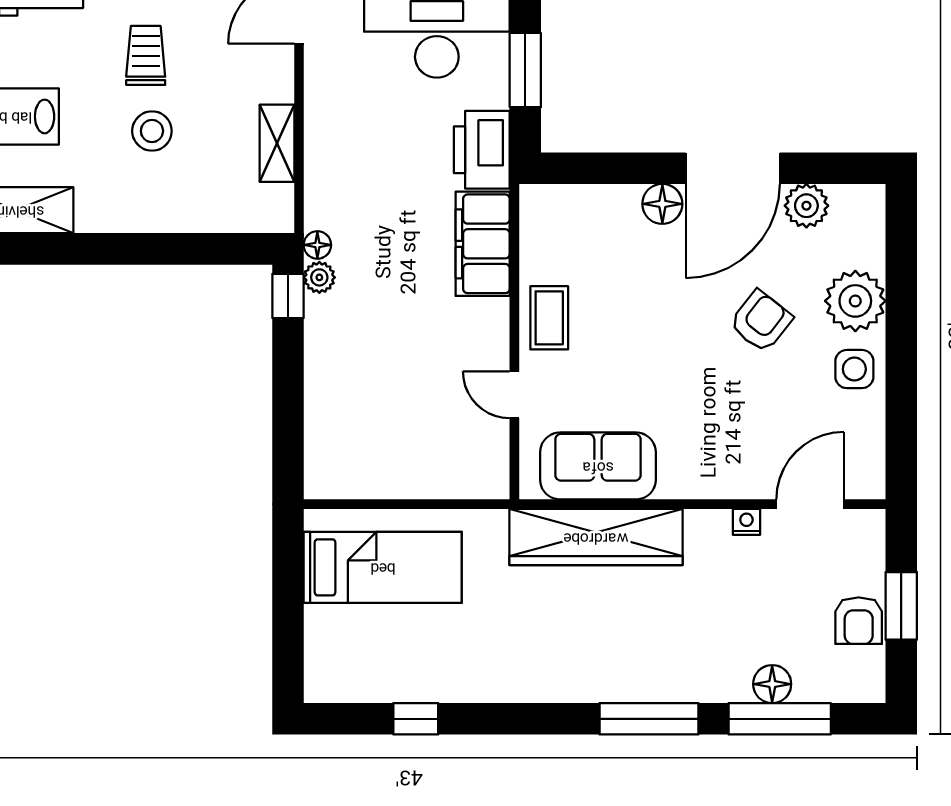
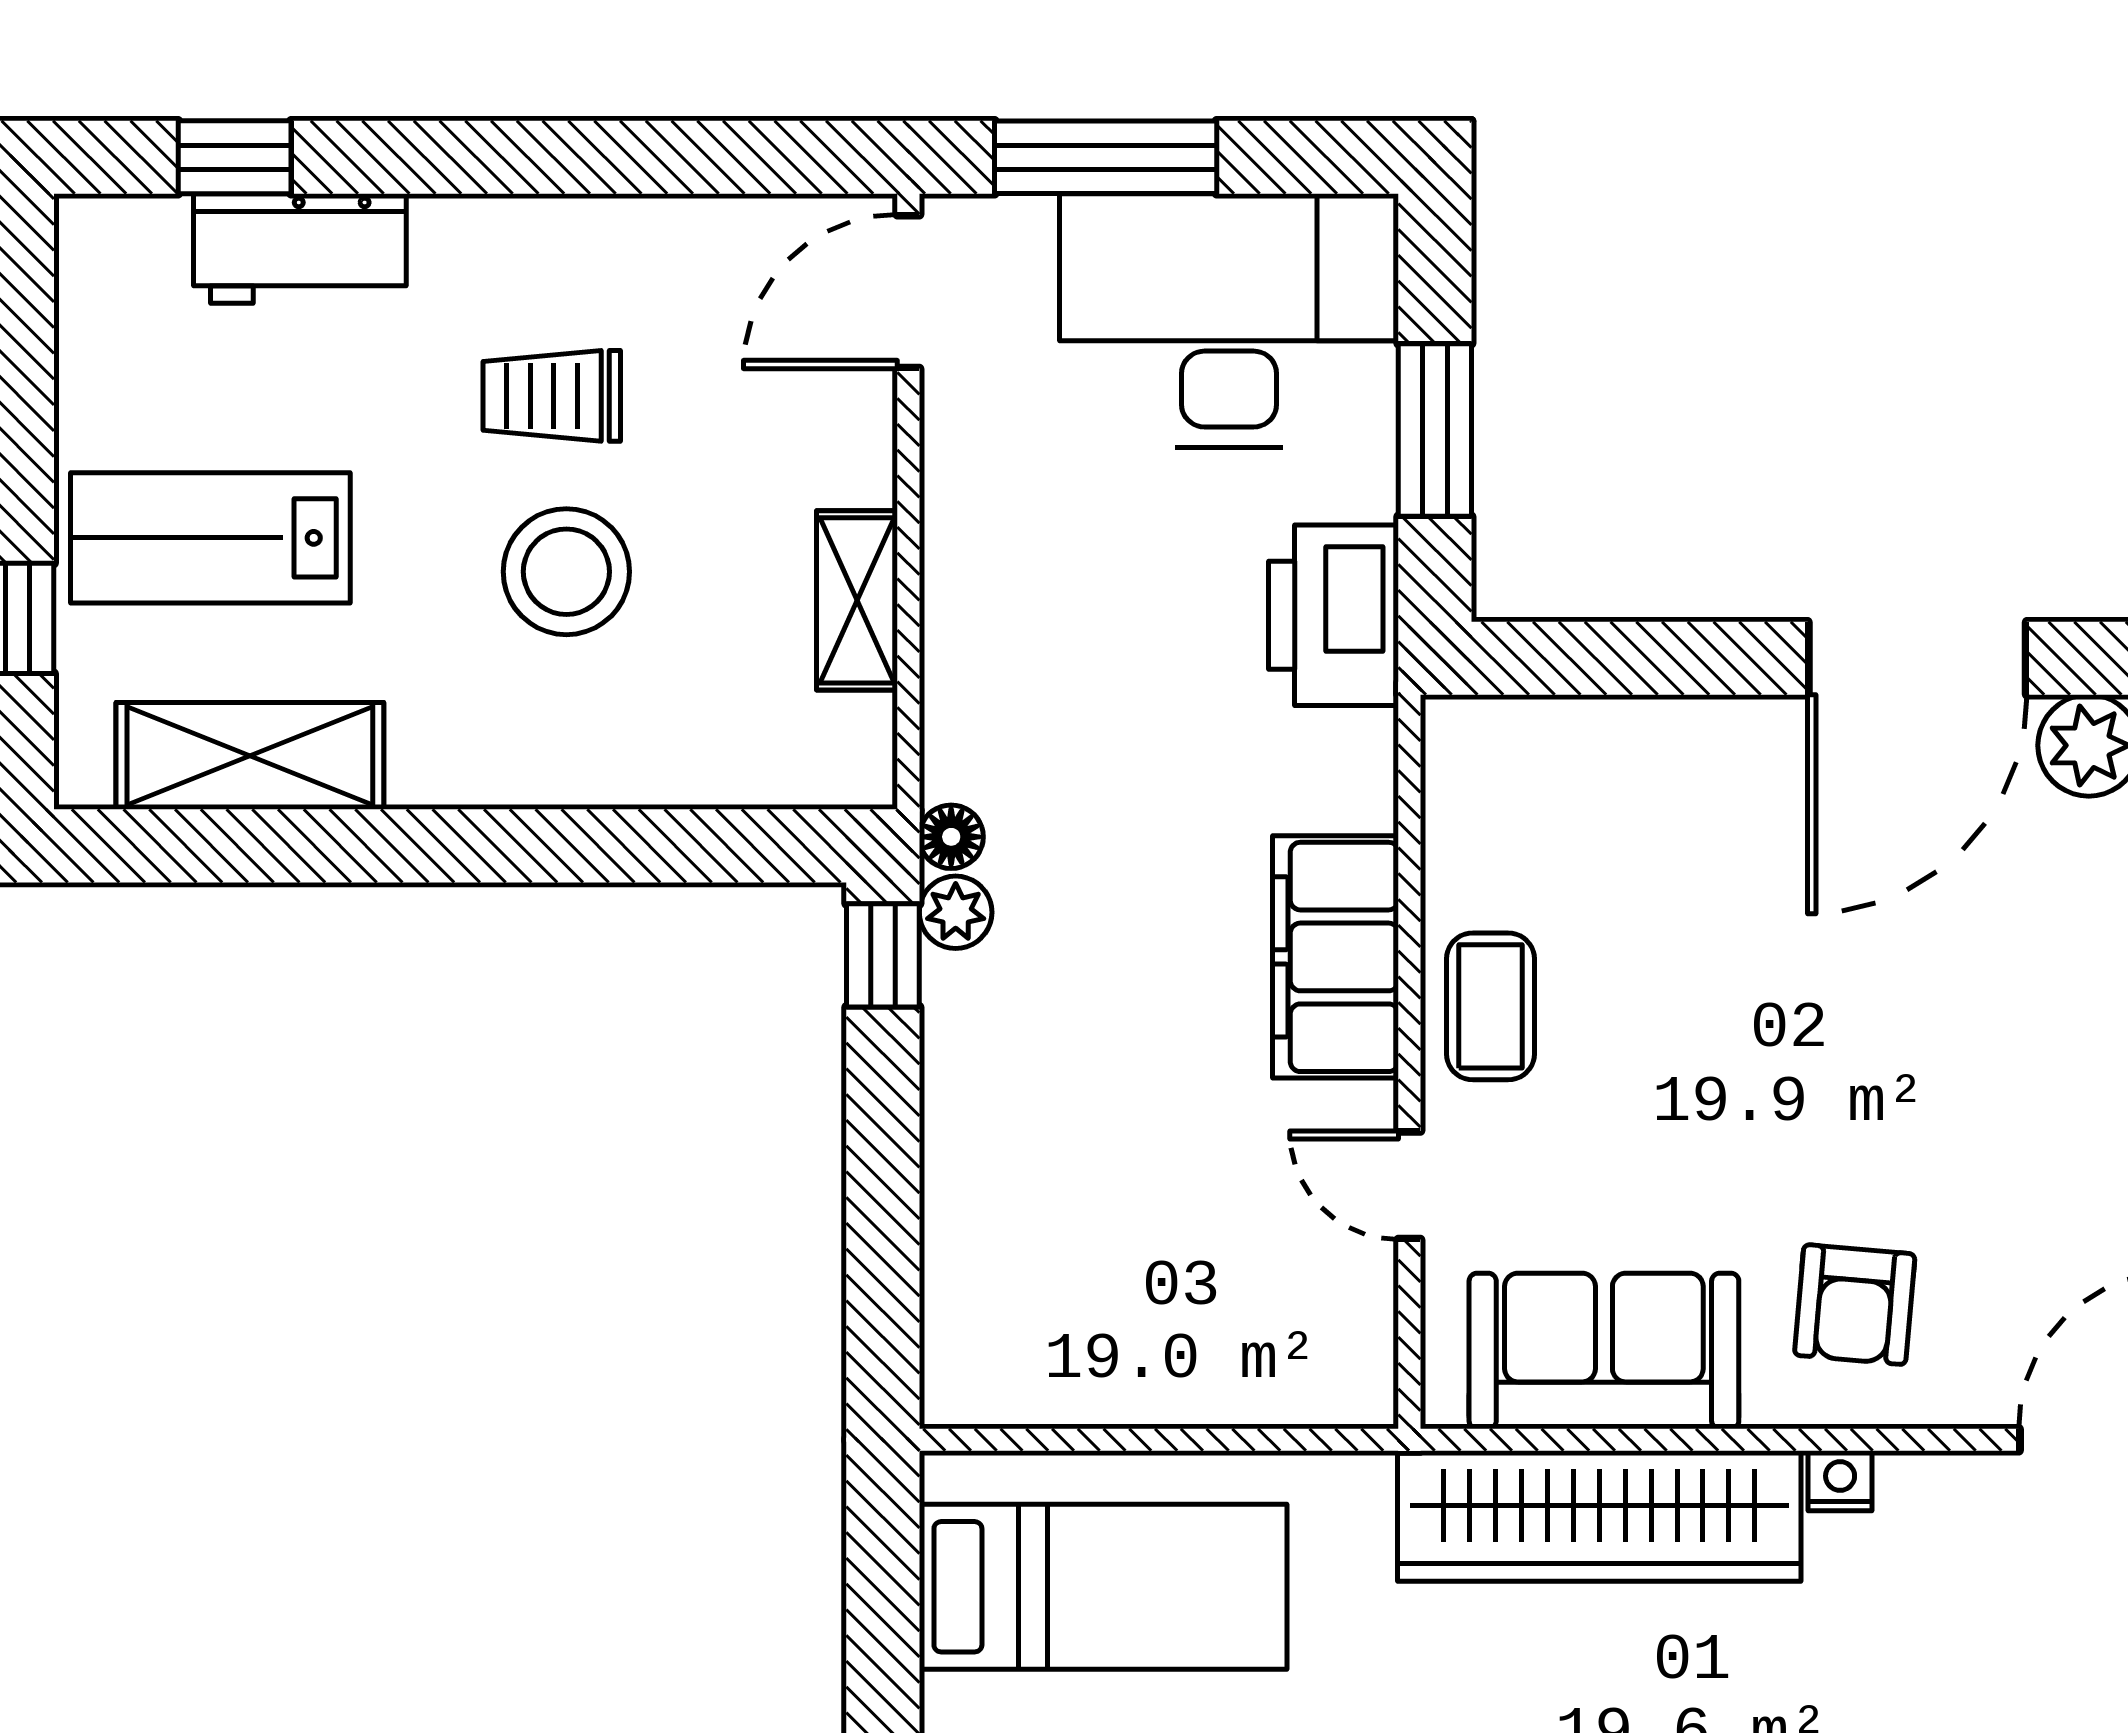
trolley: (146, 55) -> (552, 396), turned -90
stool: (152, 131) -> (566, 572), width x1.38, depth x1.38
floor lamp: (662, 204) -> (1754, 741), removed
filing cabinet: (483, 244) -> (1336, 957), moved
armchair: (761, 321) -> (1855, 1305), moved, turned 147
nightstand: (746, 522) -> (1840, 1481), moved

